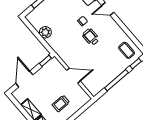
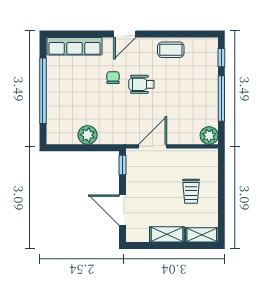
coffee table: (127, 50) -> (171, 50), moved
door: (74, 76) -> (153, 146), moved
plant: (94, 89) -> (209, 135), added

